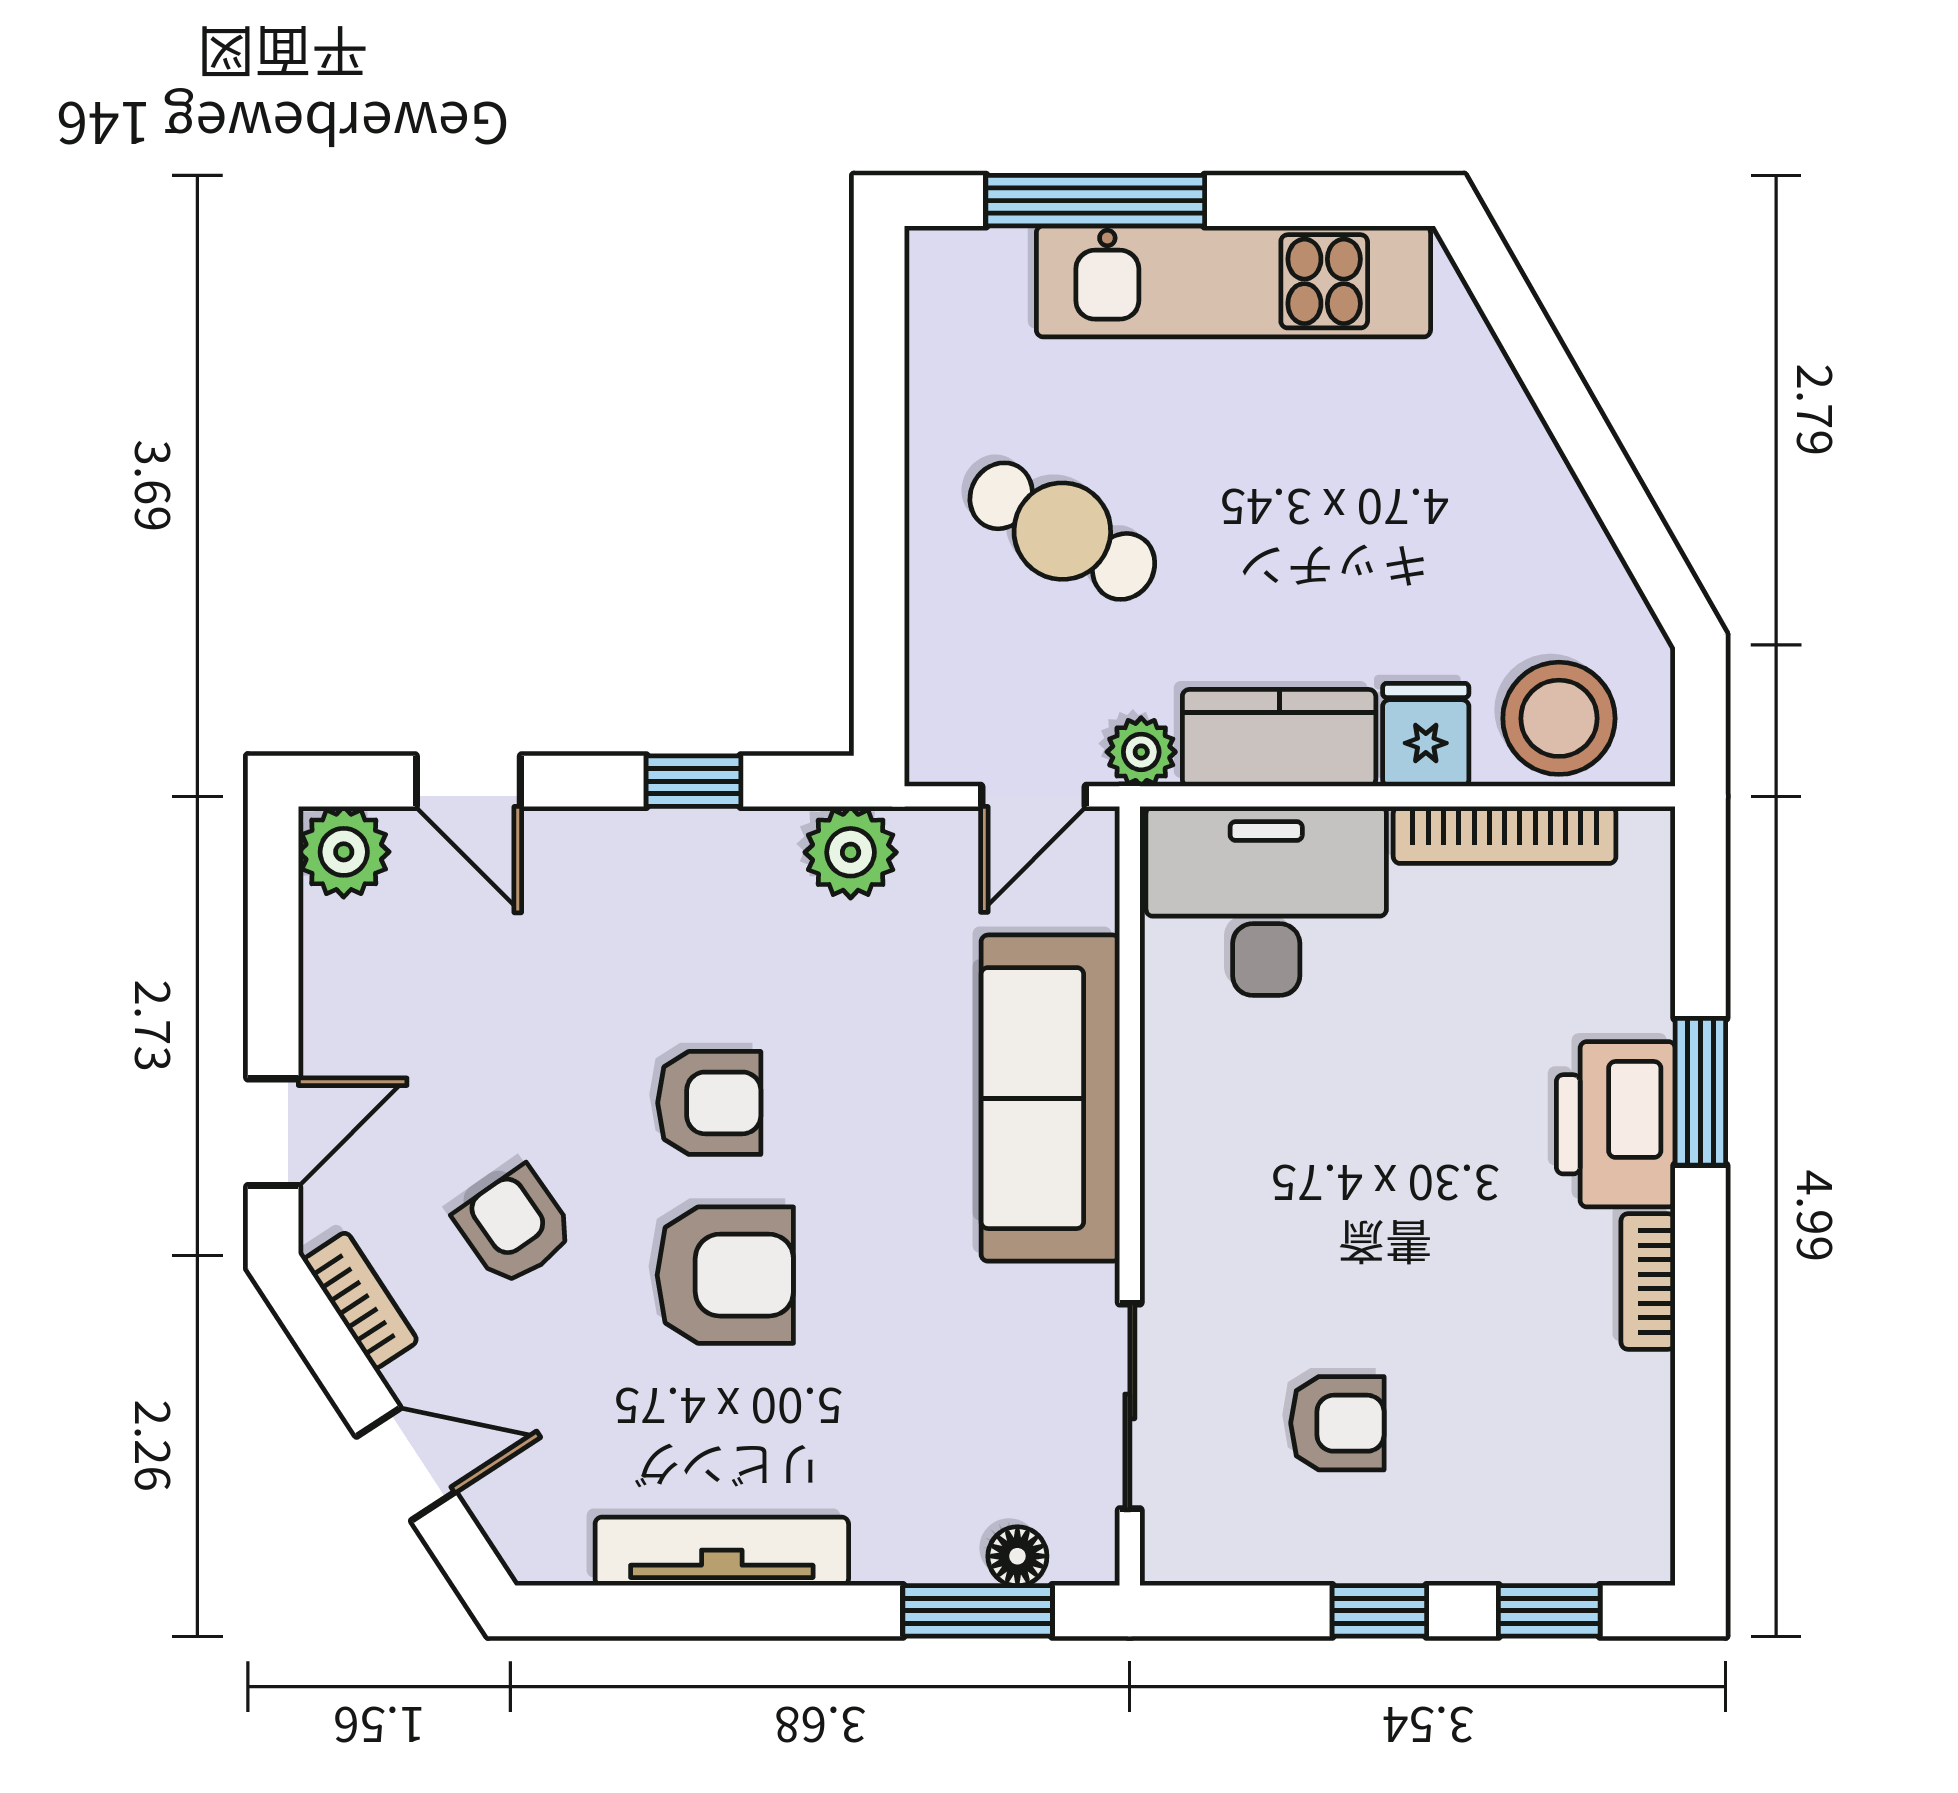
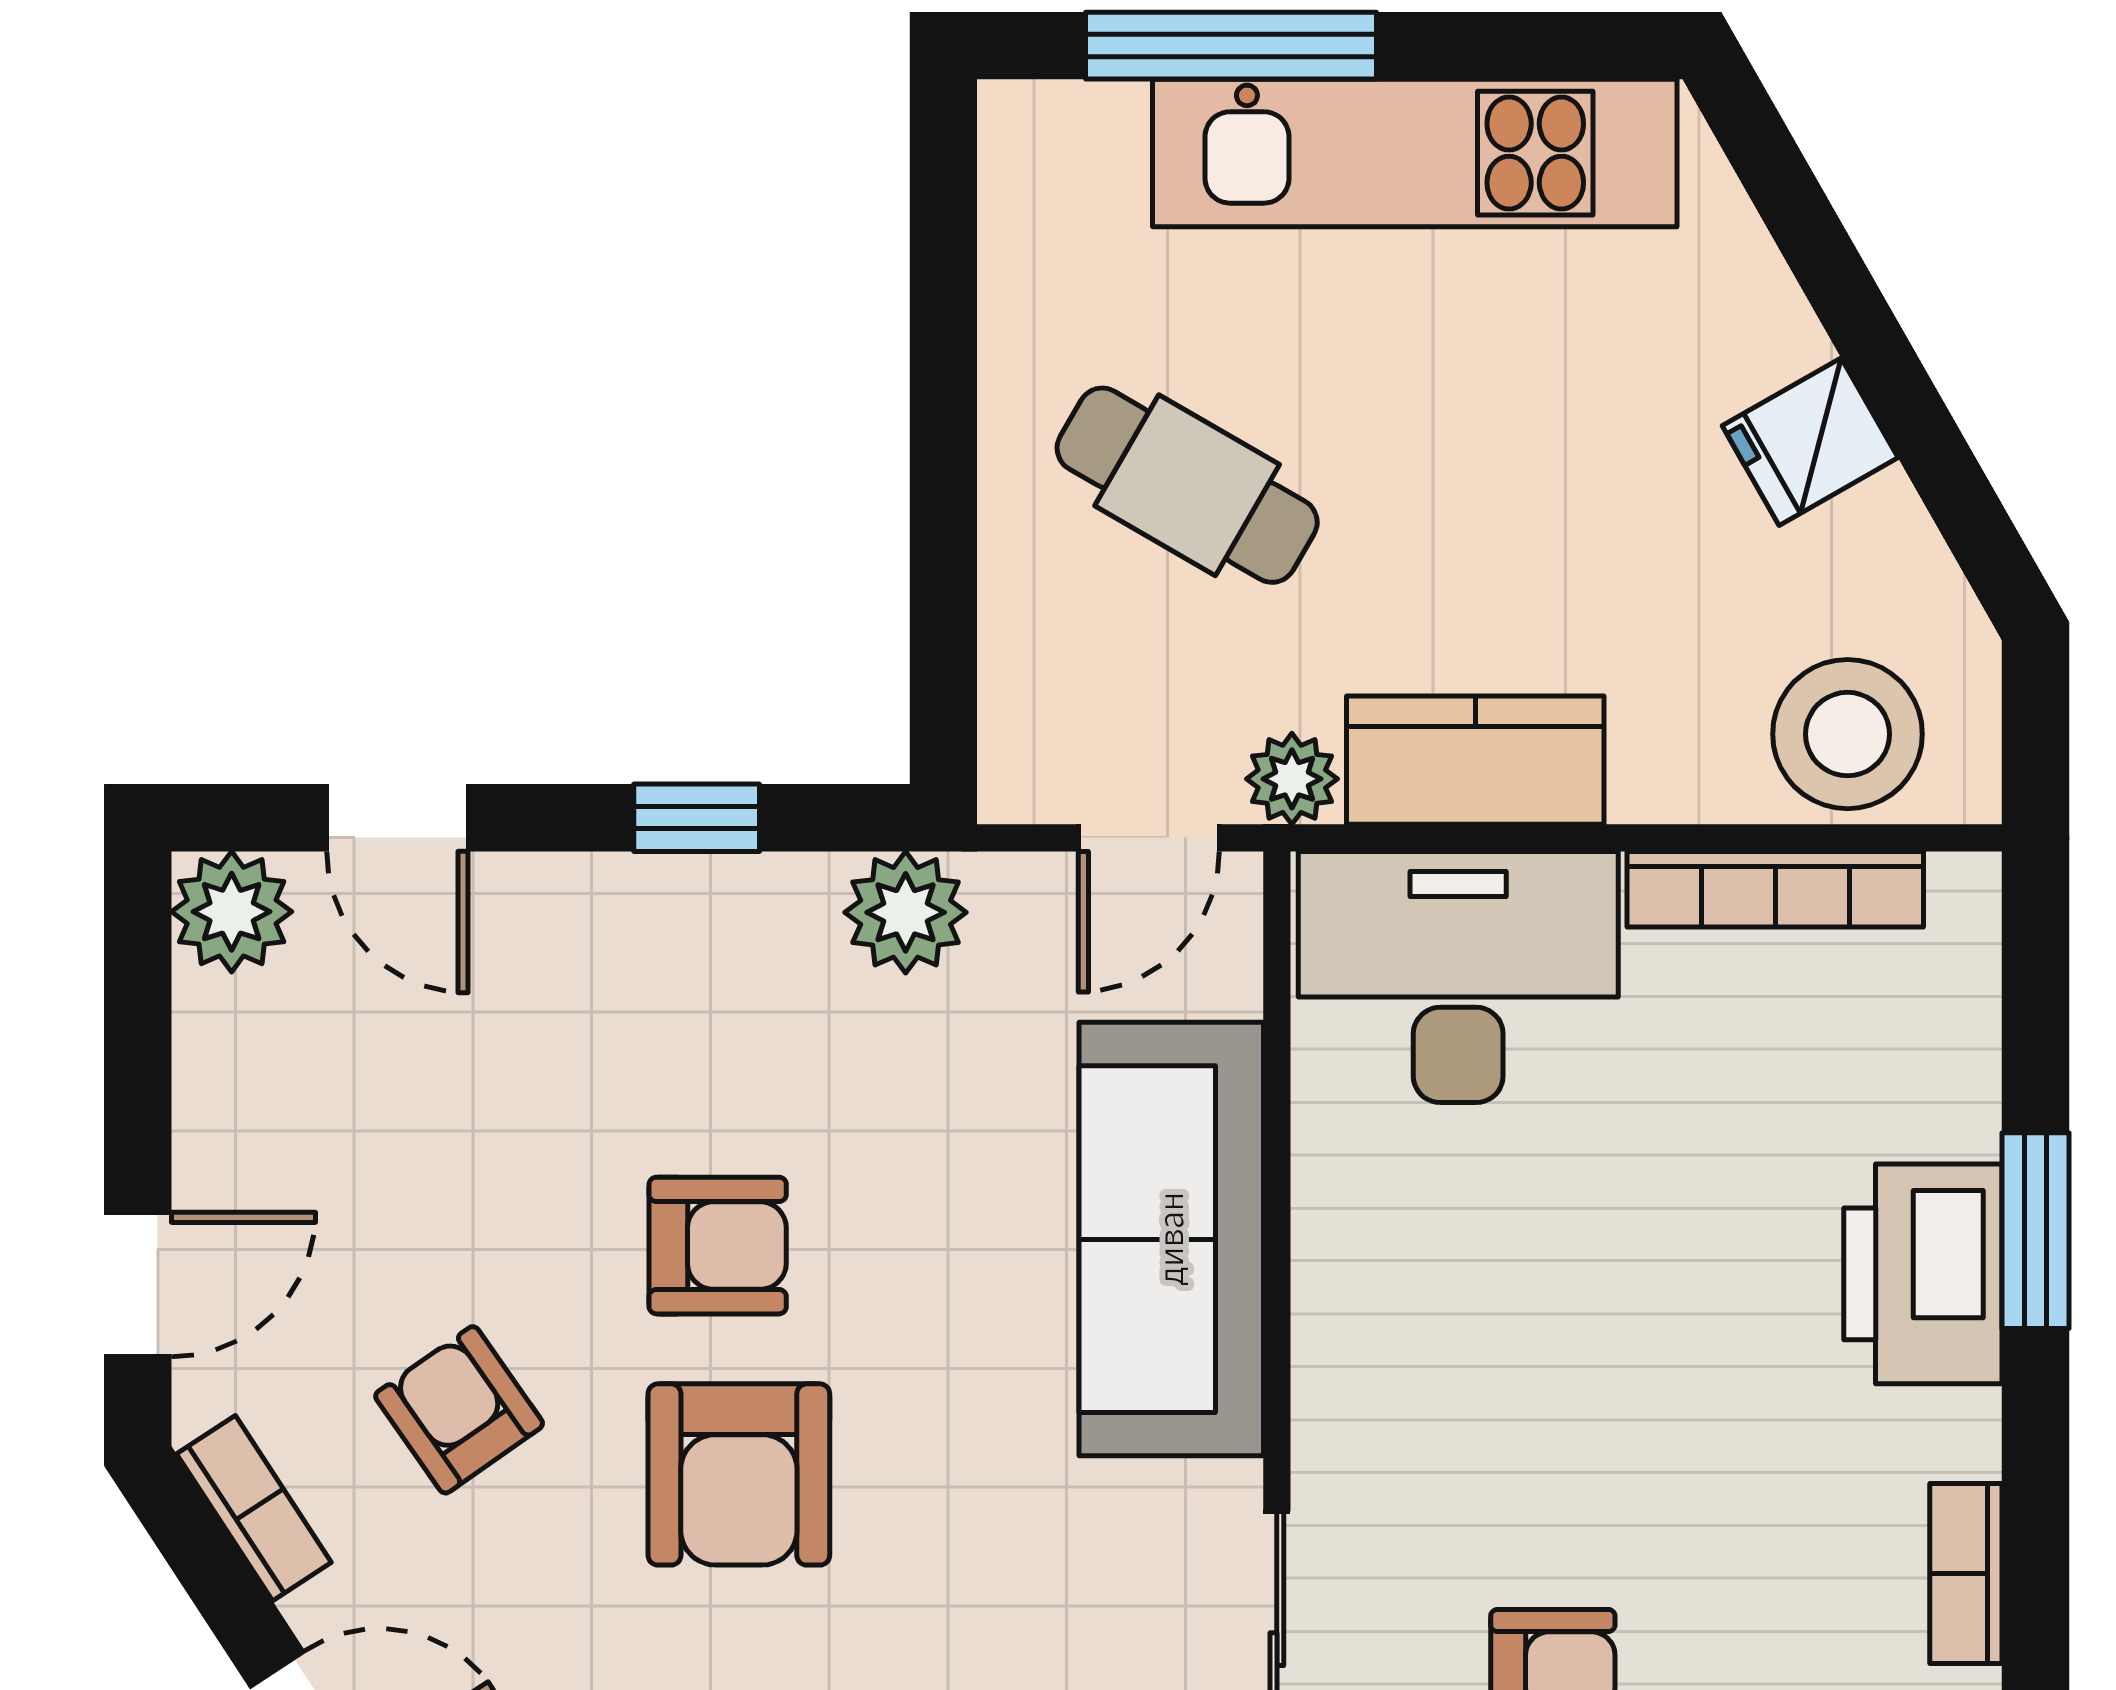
fridge: (1426, 735) -> (1810, 442), moved, turned -120
armchair: (725, 1275) -> (739, 1474), turned 90
bookcase: (1648, 1281) -> (1966, 1573), moved

